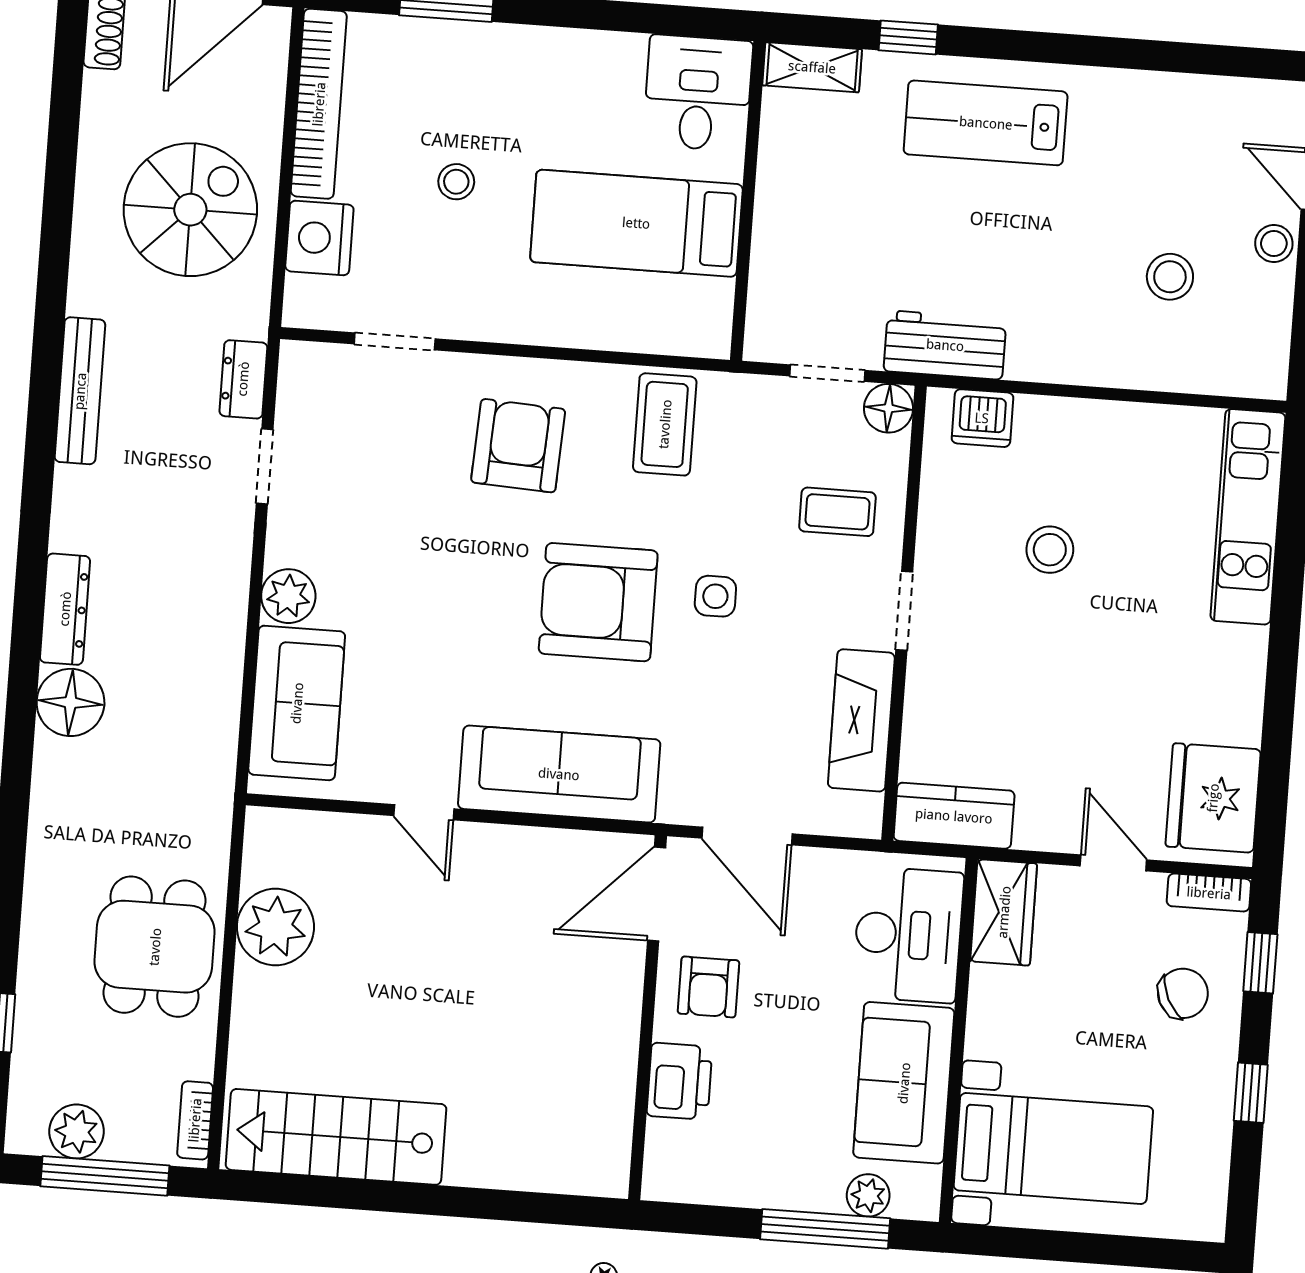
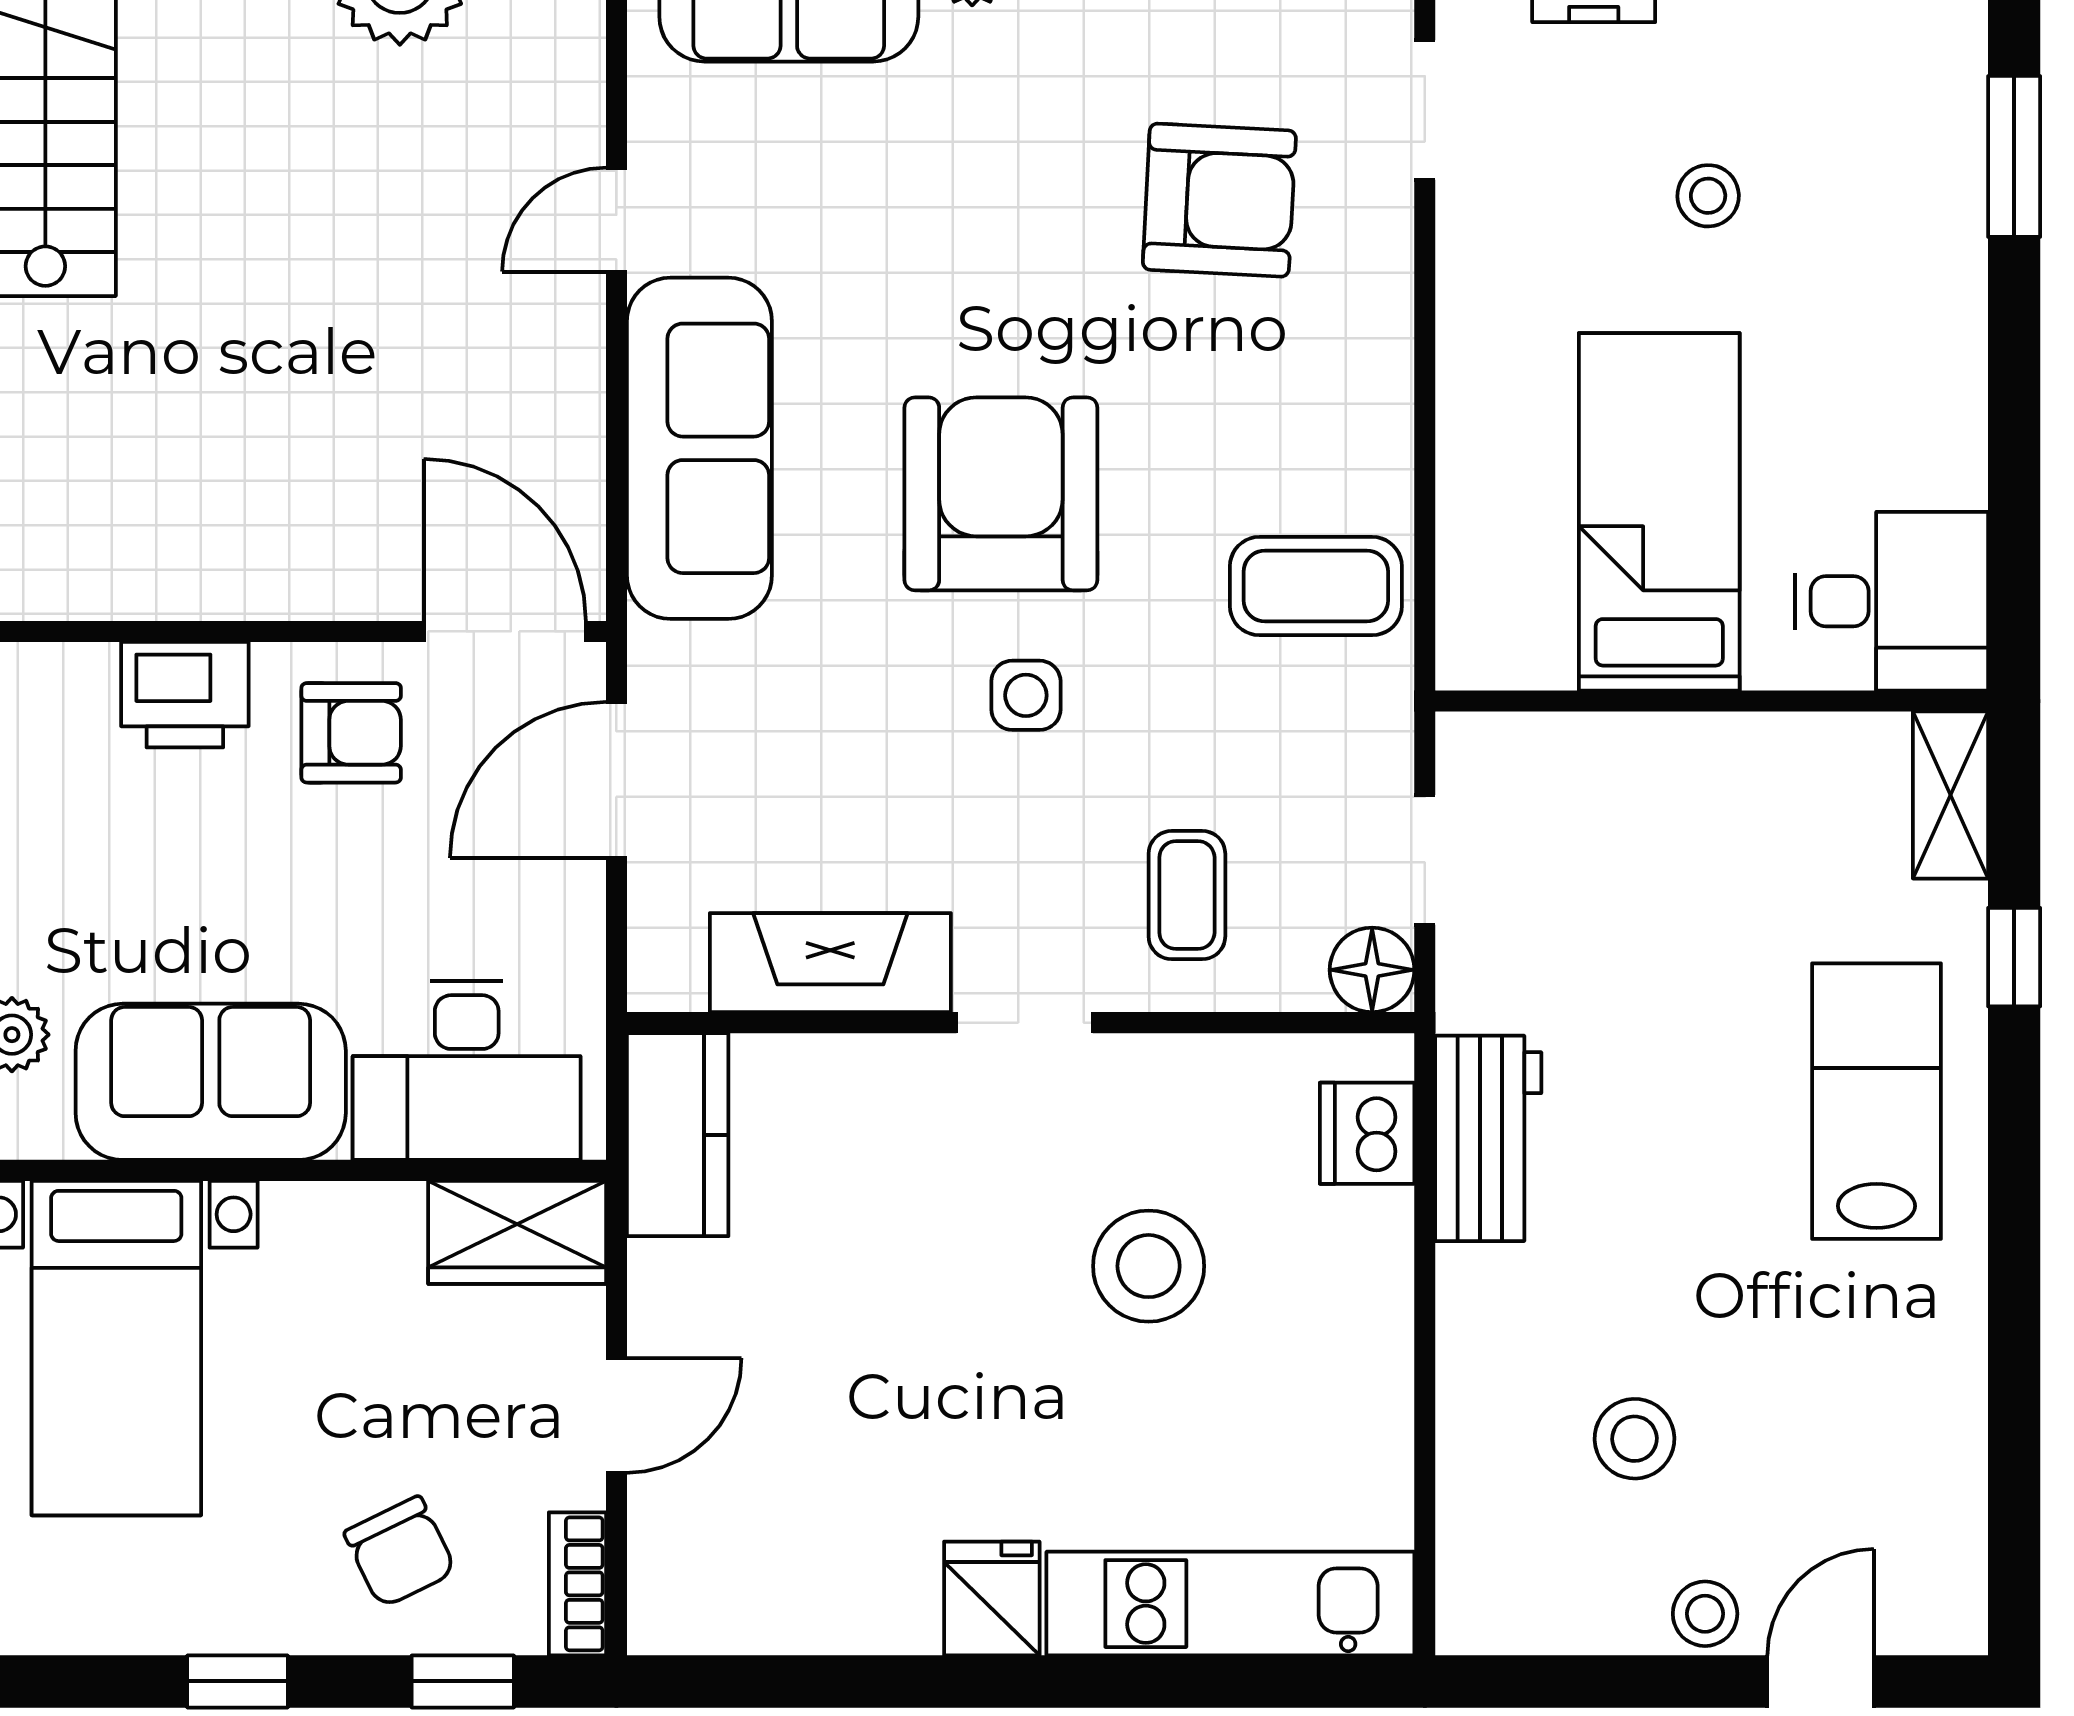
workbench: (945, 345) -> (1488, 1138), moved
armchair: (518, 446) -> (1219, 200), moved
stool: (1050, 550) -> (1149, 1266), width x1.38, depth x1.38
fridge: (1213, 798) -> (992, 1599), moved, width x0.53, depth x0.75
armchair: (708, 987) -> (351, 733), turned 180

